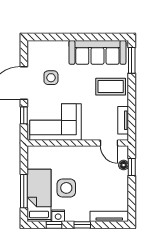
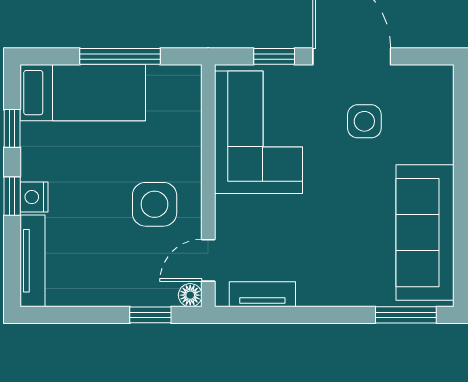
coffee table: (111, 87) -> (343, 264), removed
floor lamp: (124, 165) -> (190, 295), moved
side table: (66, 188) -> (155, 204), moved
window: (24, 191) -> (120, 56), moved
nightstand: (58, 216) -> (34, 197), moved

